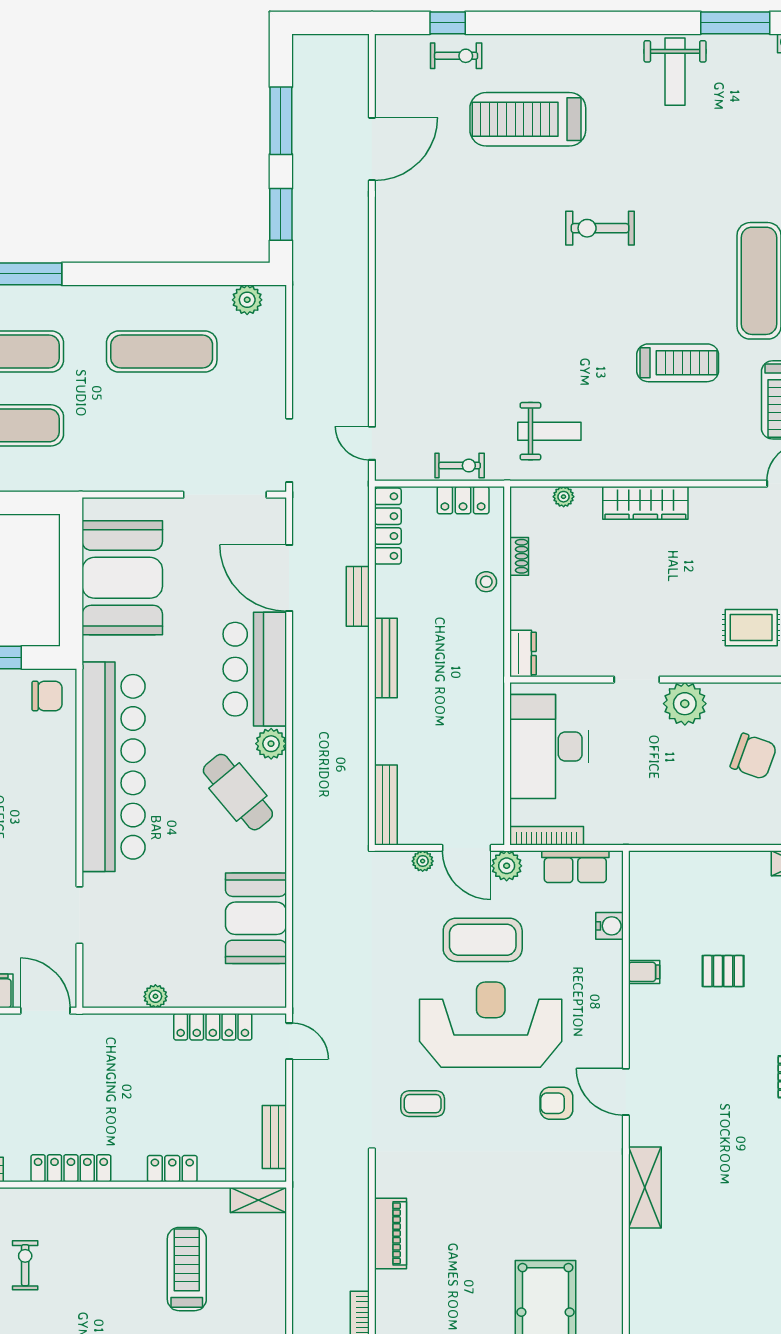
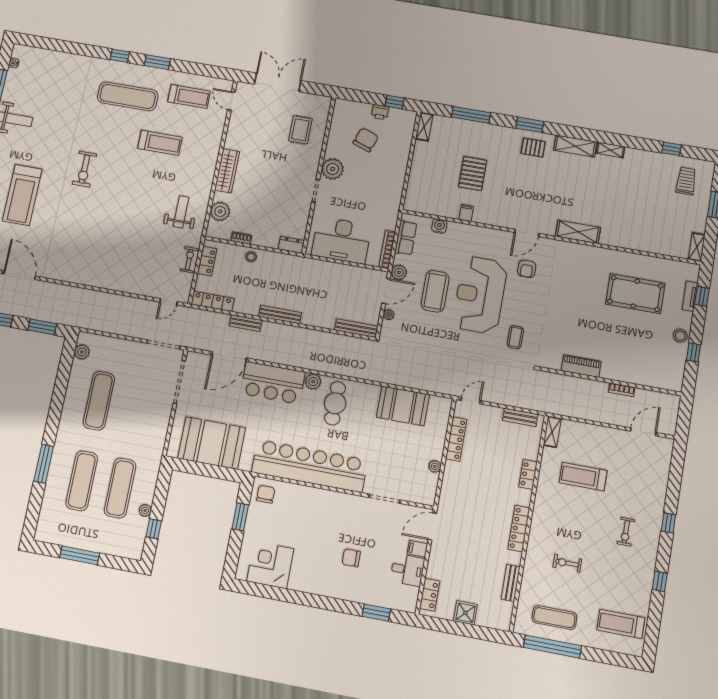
treadmill: (678, 363) -> (160, 143), turned 90
plant: (564, 497) -> (220, 211), width x1.88, depth x1.88
cafe table: (238, 792) -> (335, 403), turned -50
pallet: (723, 971) -> (473, 174), width x1.50, depth x1.42

